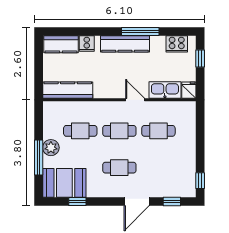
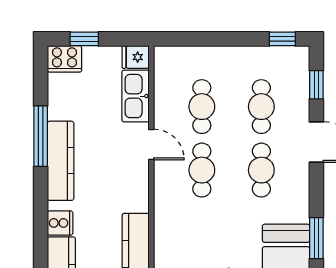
cooker: (177, 44) -> (64, 59), moved, turned 90
door: (135, 100) -> (151, 145), swing flipped
cafe table: (80, 131) -> (261, 107), moved
window: (77, 201) -> (316, 238), width x1.50

